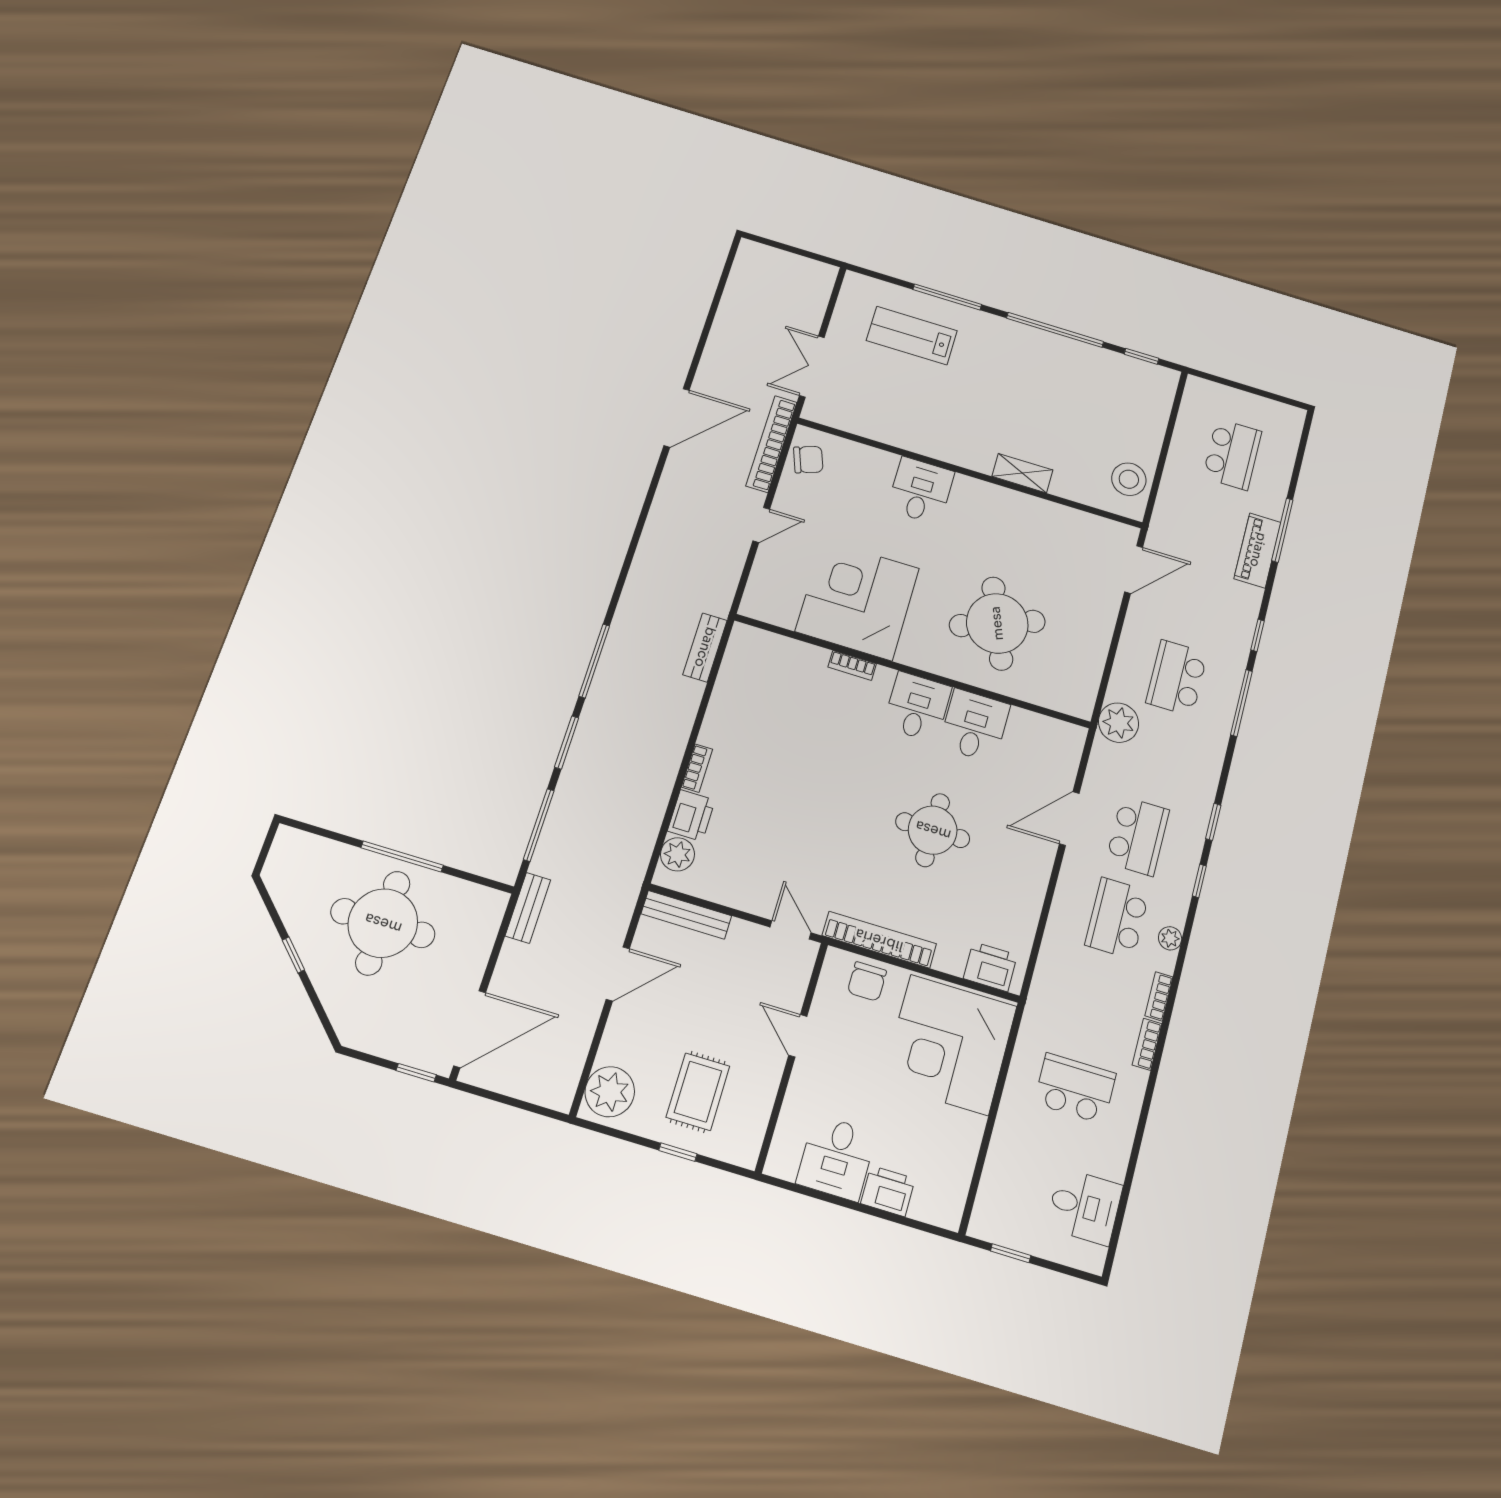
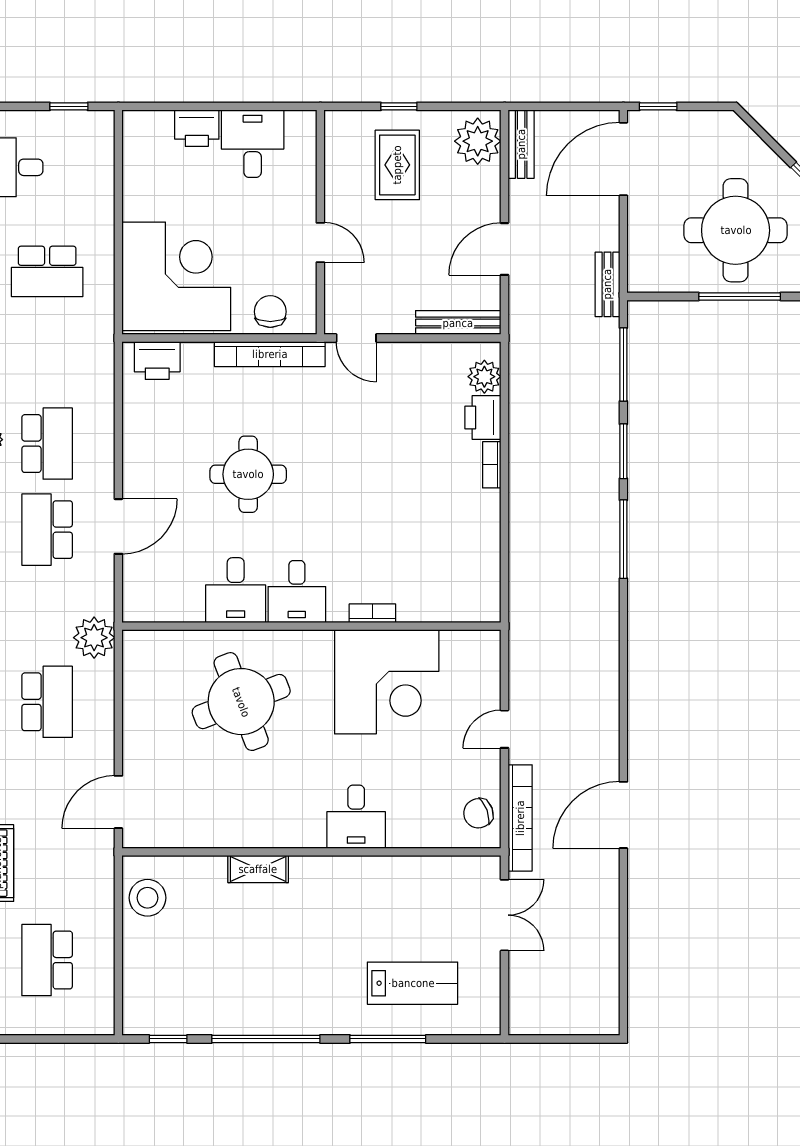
bench: (705, 647) -> (521, 144), moved

